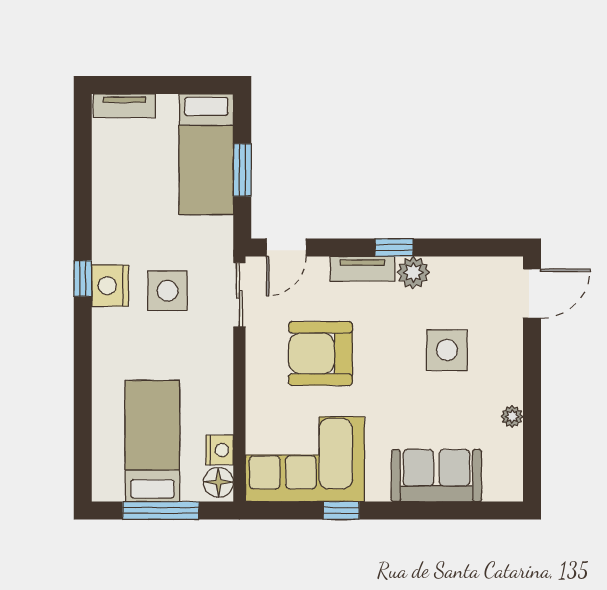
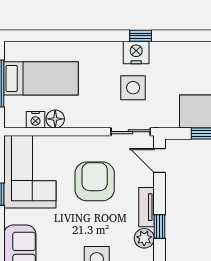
floor lamp: (219, 482) -> (55, 119), moved

